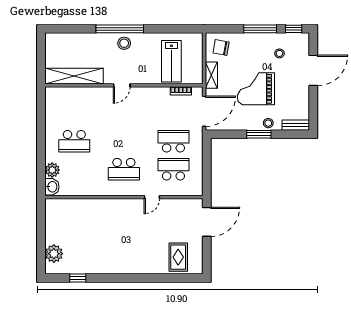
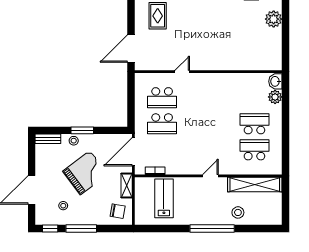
stool: (124, 43) -> (238, 212), moved
grand piano: (256, 89) -> (85, 173), turned -37
school desk: (124, 169) -> (254, 150), moved

